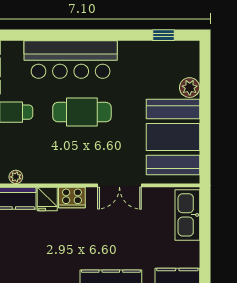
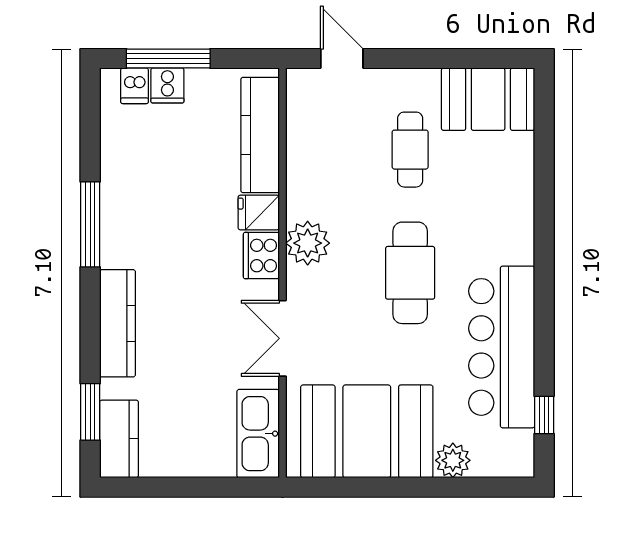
bar counter: (71, 60) -> (502, 347), moved
plant: (16, 177) -> (308, 243), moved, width x1.87, depth x1.87
kitchen sink: (187, 215) -> (258, 434), moved, turned -90

